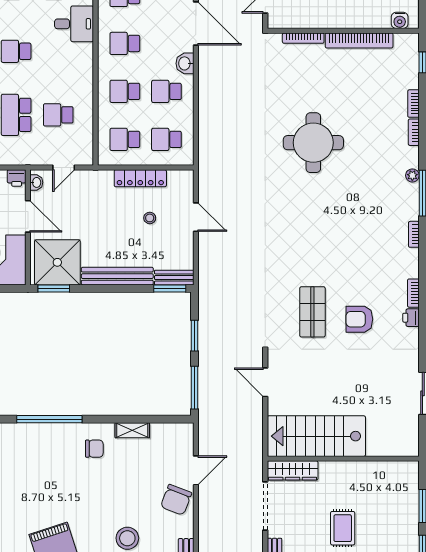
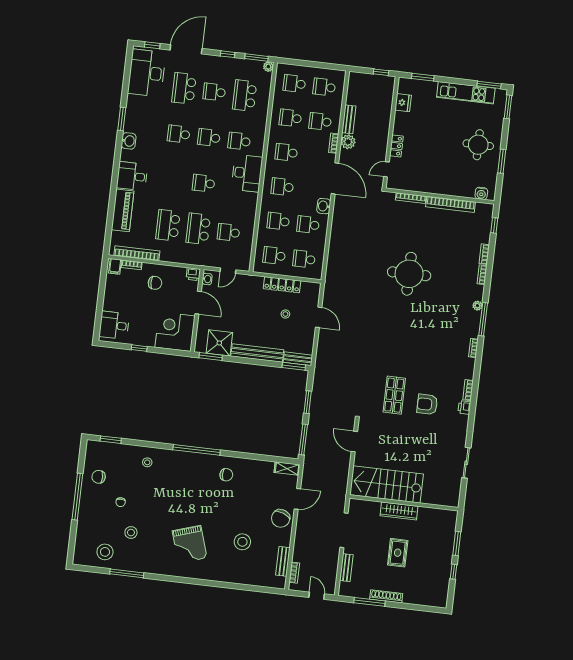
desk: (74, 24) -> (247, 173), width x1.37
shower: (57, 262) -> (219, 343), width x0.73, depth x0.73
shelving: (132, 430) -> (287, 469), moved
wardrobe: (293, 470) -> (399, 511), moved

